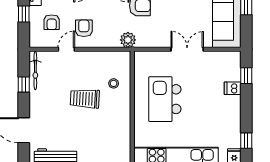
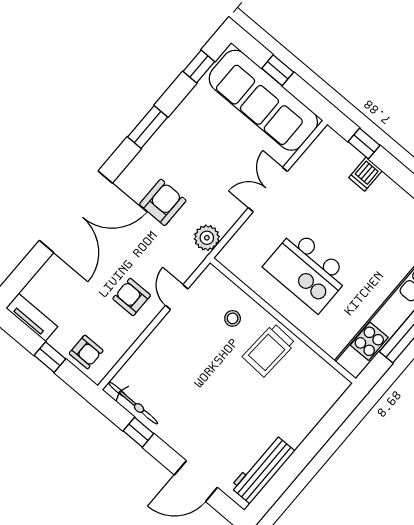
armchair: (52, 22) -> (86, 352), moved
plant: (128, 40) -> (207, 238), moved
door: (66, 49) -> (177, 297), moved
trolley: (85, 99) -> (269, 350), moved

